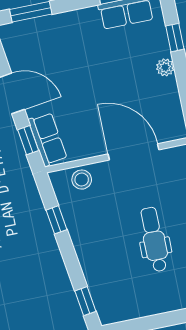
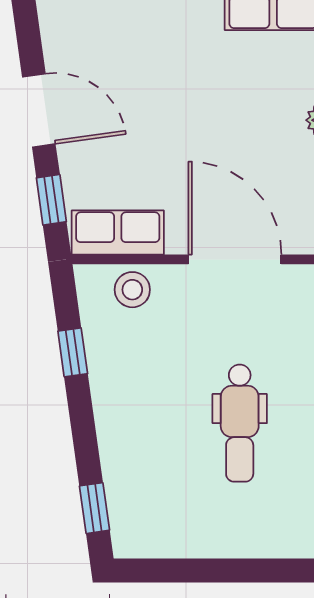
row of seats: (48, 139) -> (118, 233), moved, turned -82
dental chair: (154, 239) -> (240, 423), turned 180

